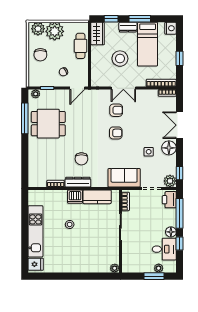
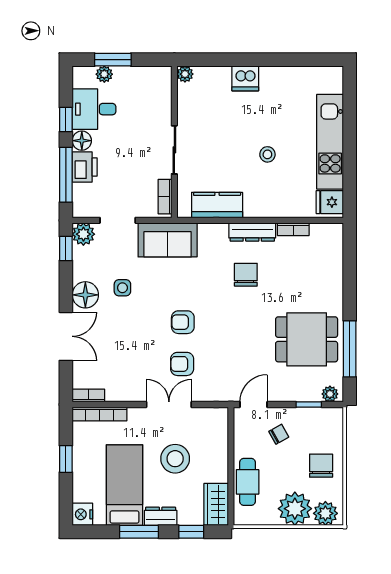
dishwasher: (75, 197) -> (245, 78), moved, turned 180
printer: (169, 200) -> (85, 167), moved
fridge: (36, 264) -> (330, 202), moved

